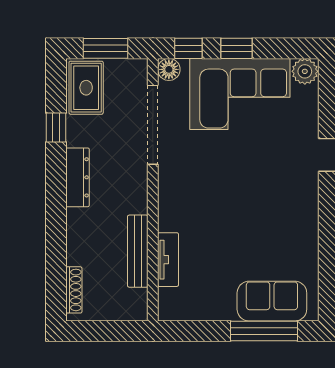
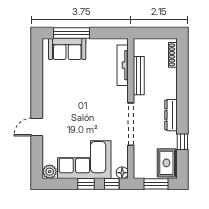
doorway: (153, 125) -> (131, 124), moved
tv unit: (168, 260) -> (123, 65), width x1.41

